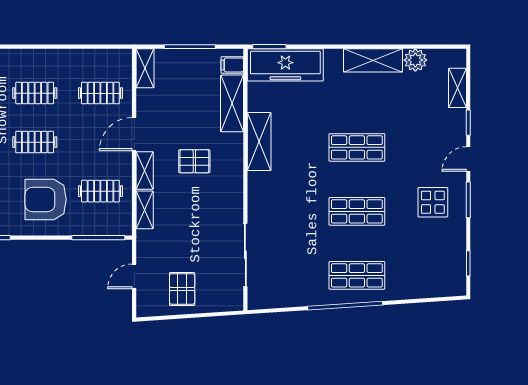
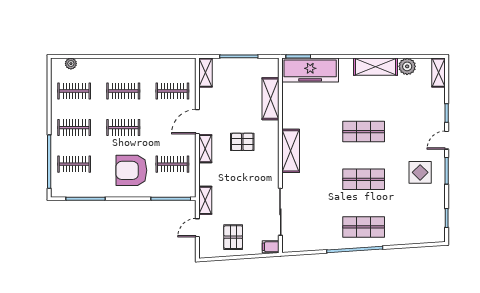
filing cabinet: (232, 65) -> (271, 247), moved
shelving: (457, 88) -> (438, 73), moved
shelving: (259, 142) -> (291, 151), moved
shelving: (145, 210) -> (205, 200), moved

